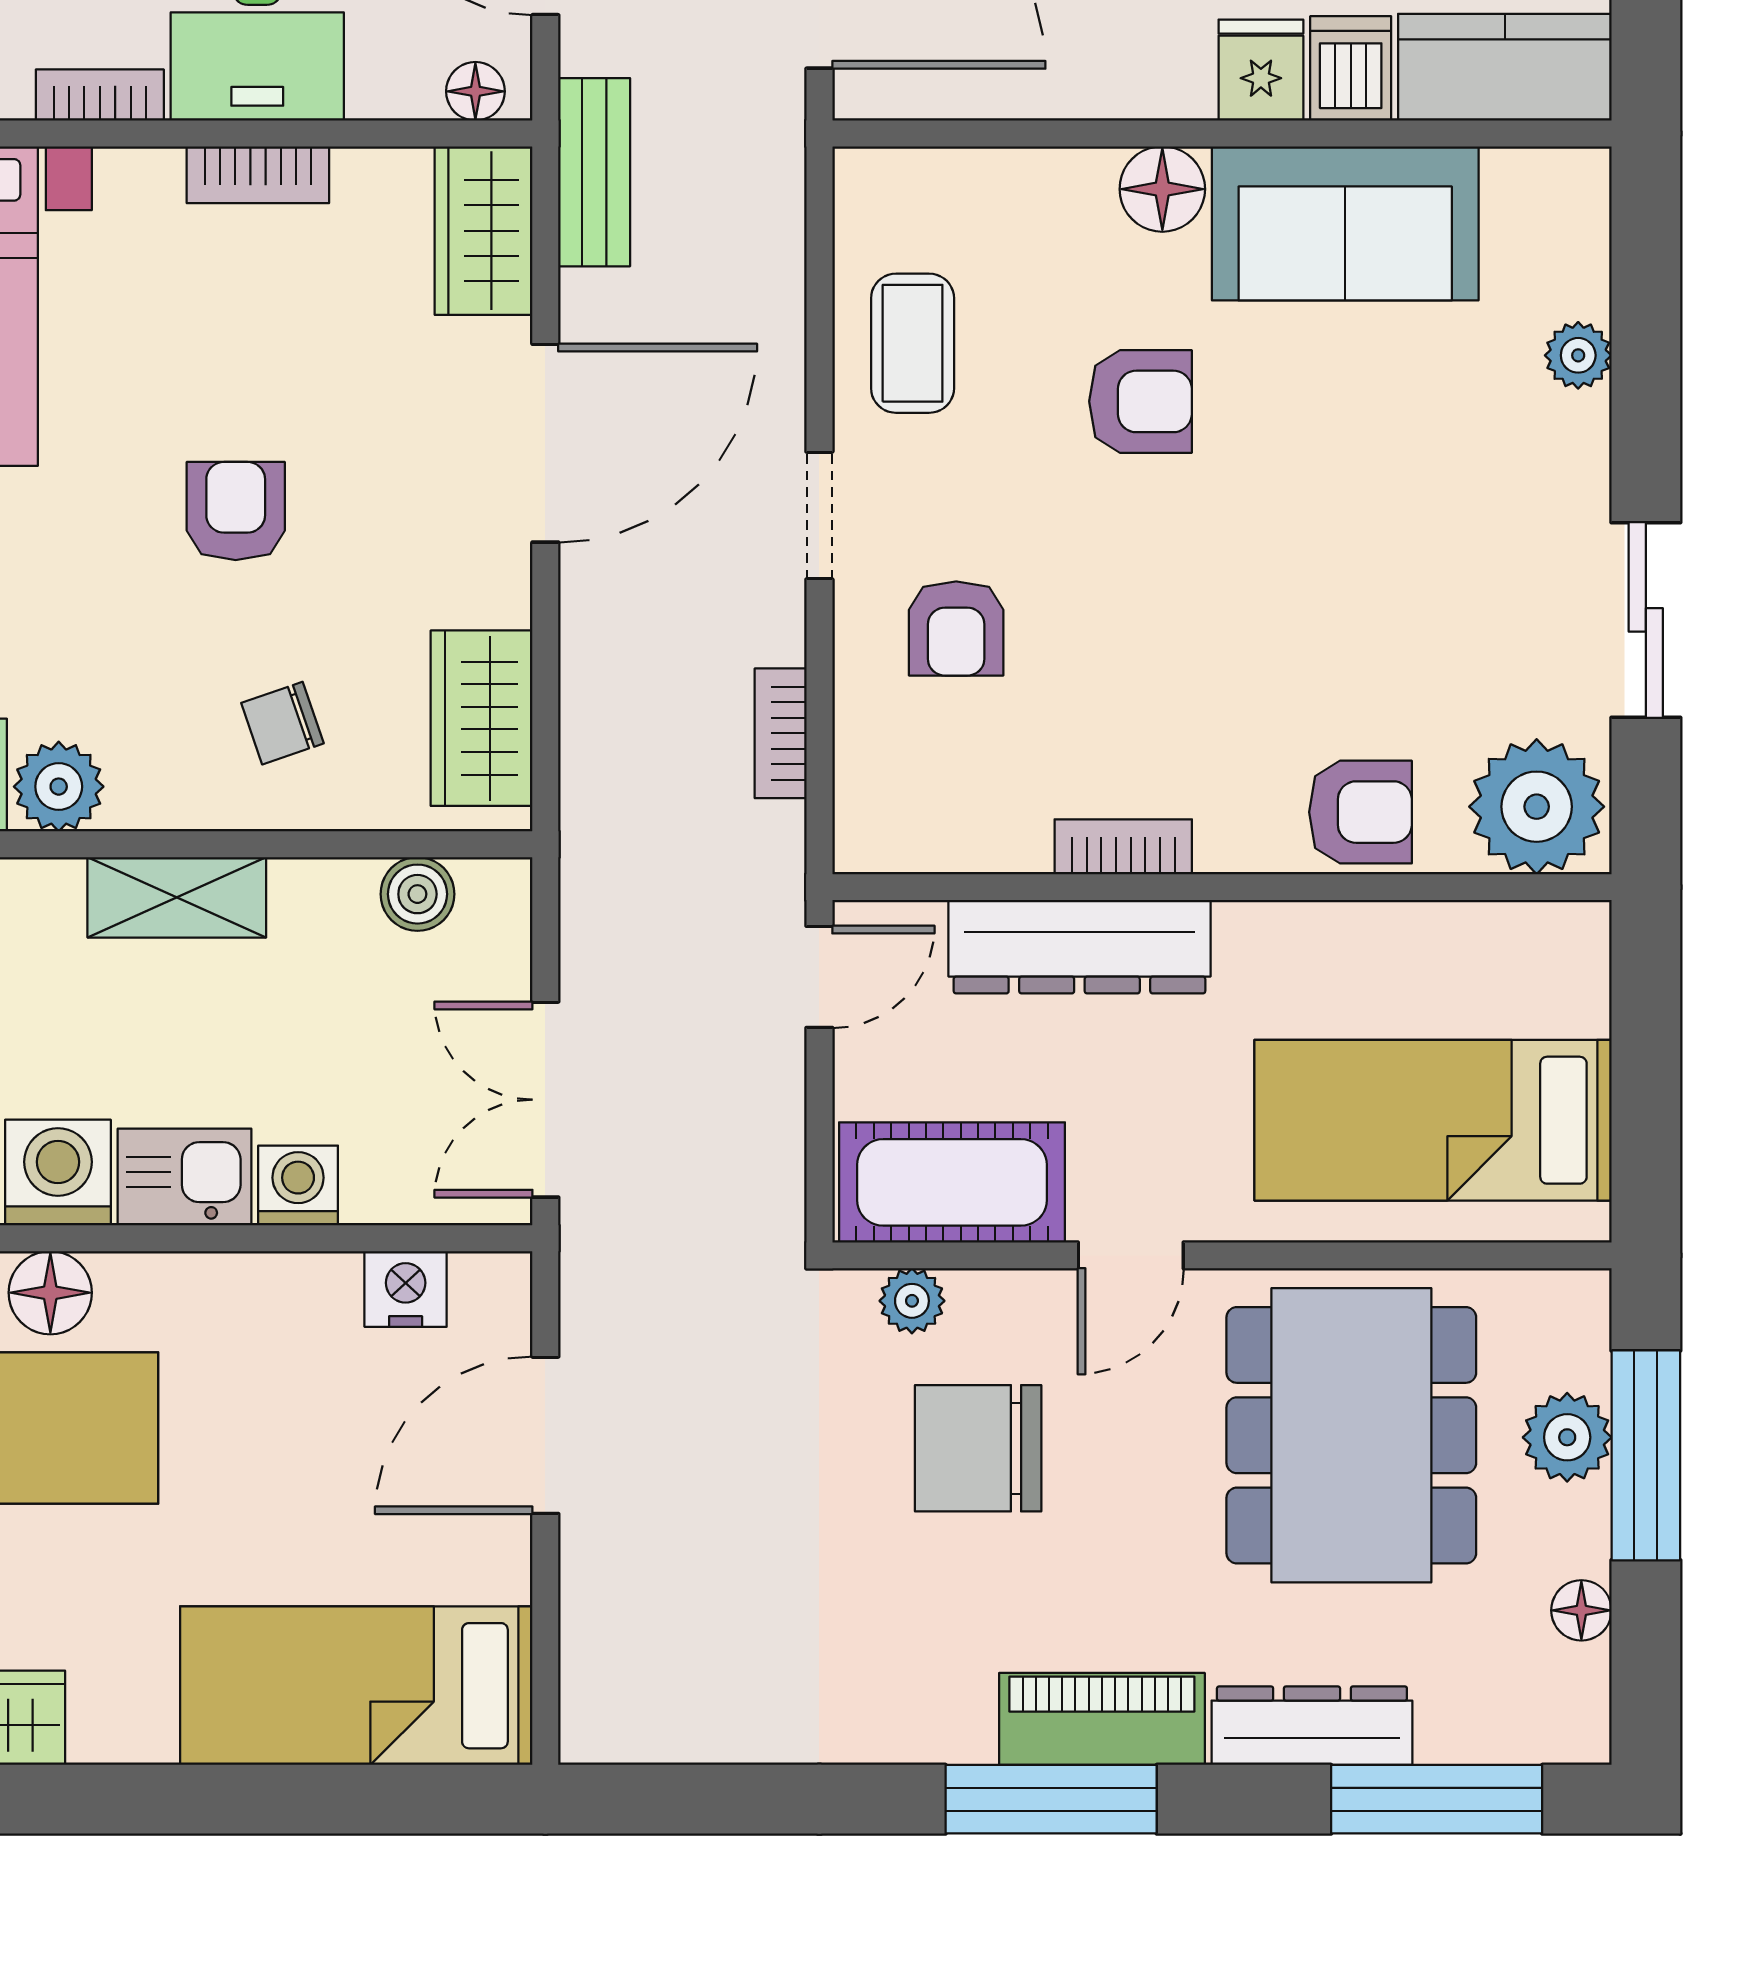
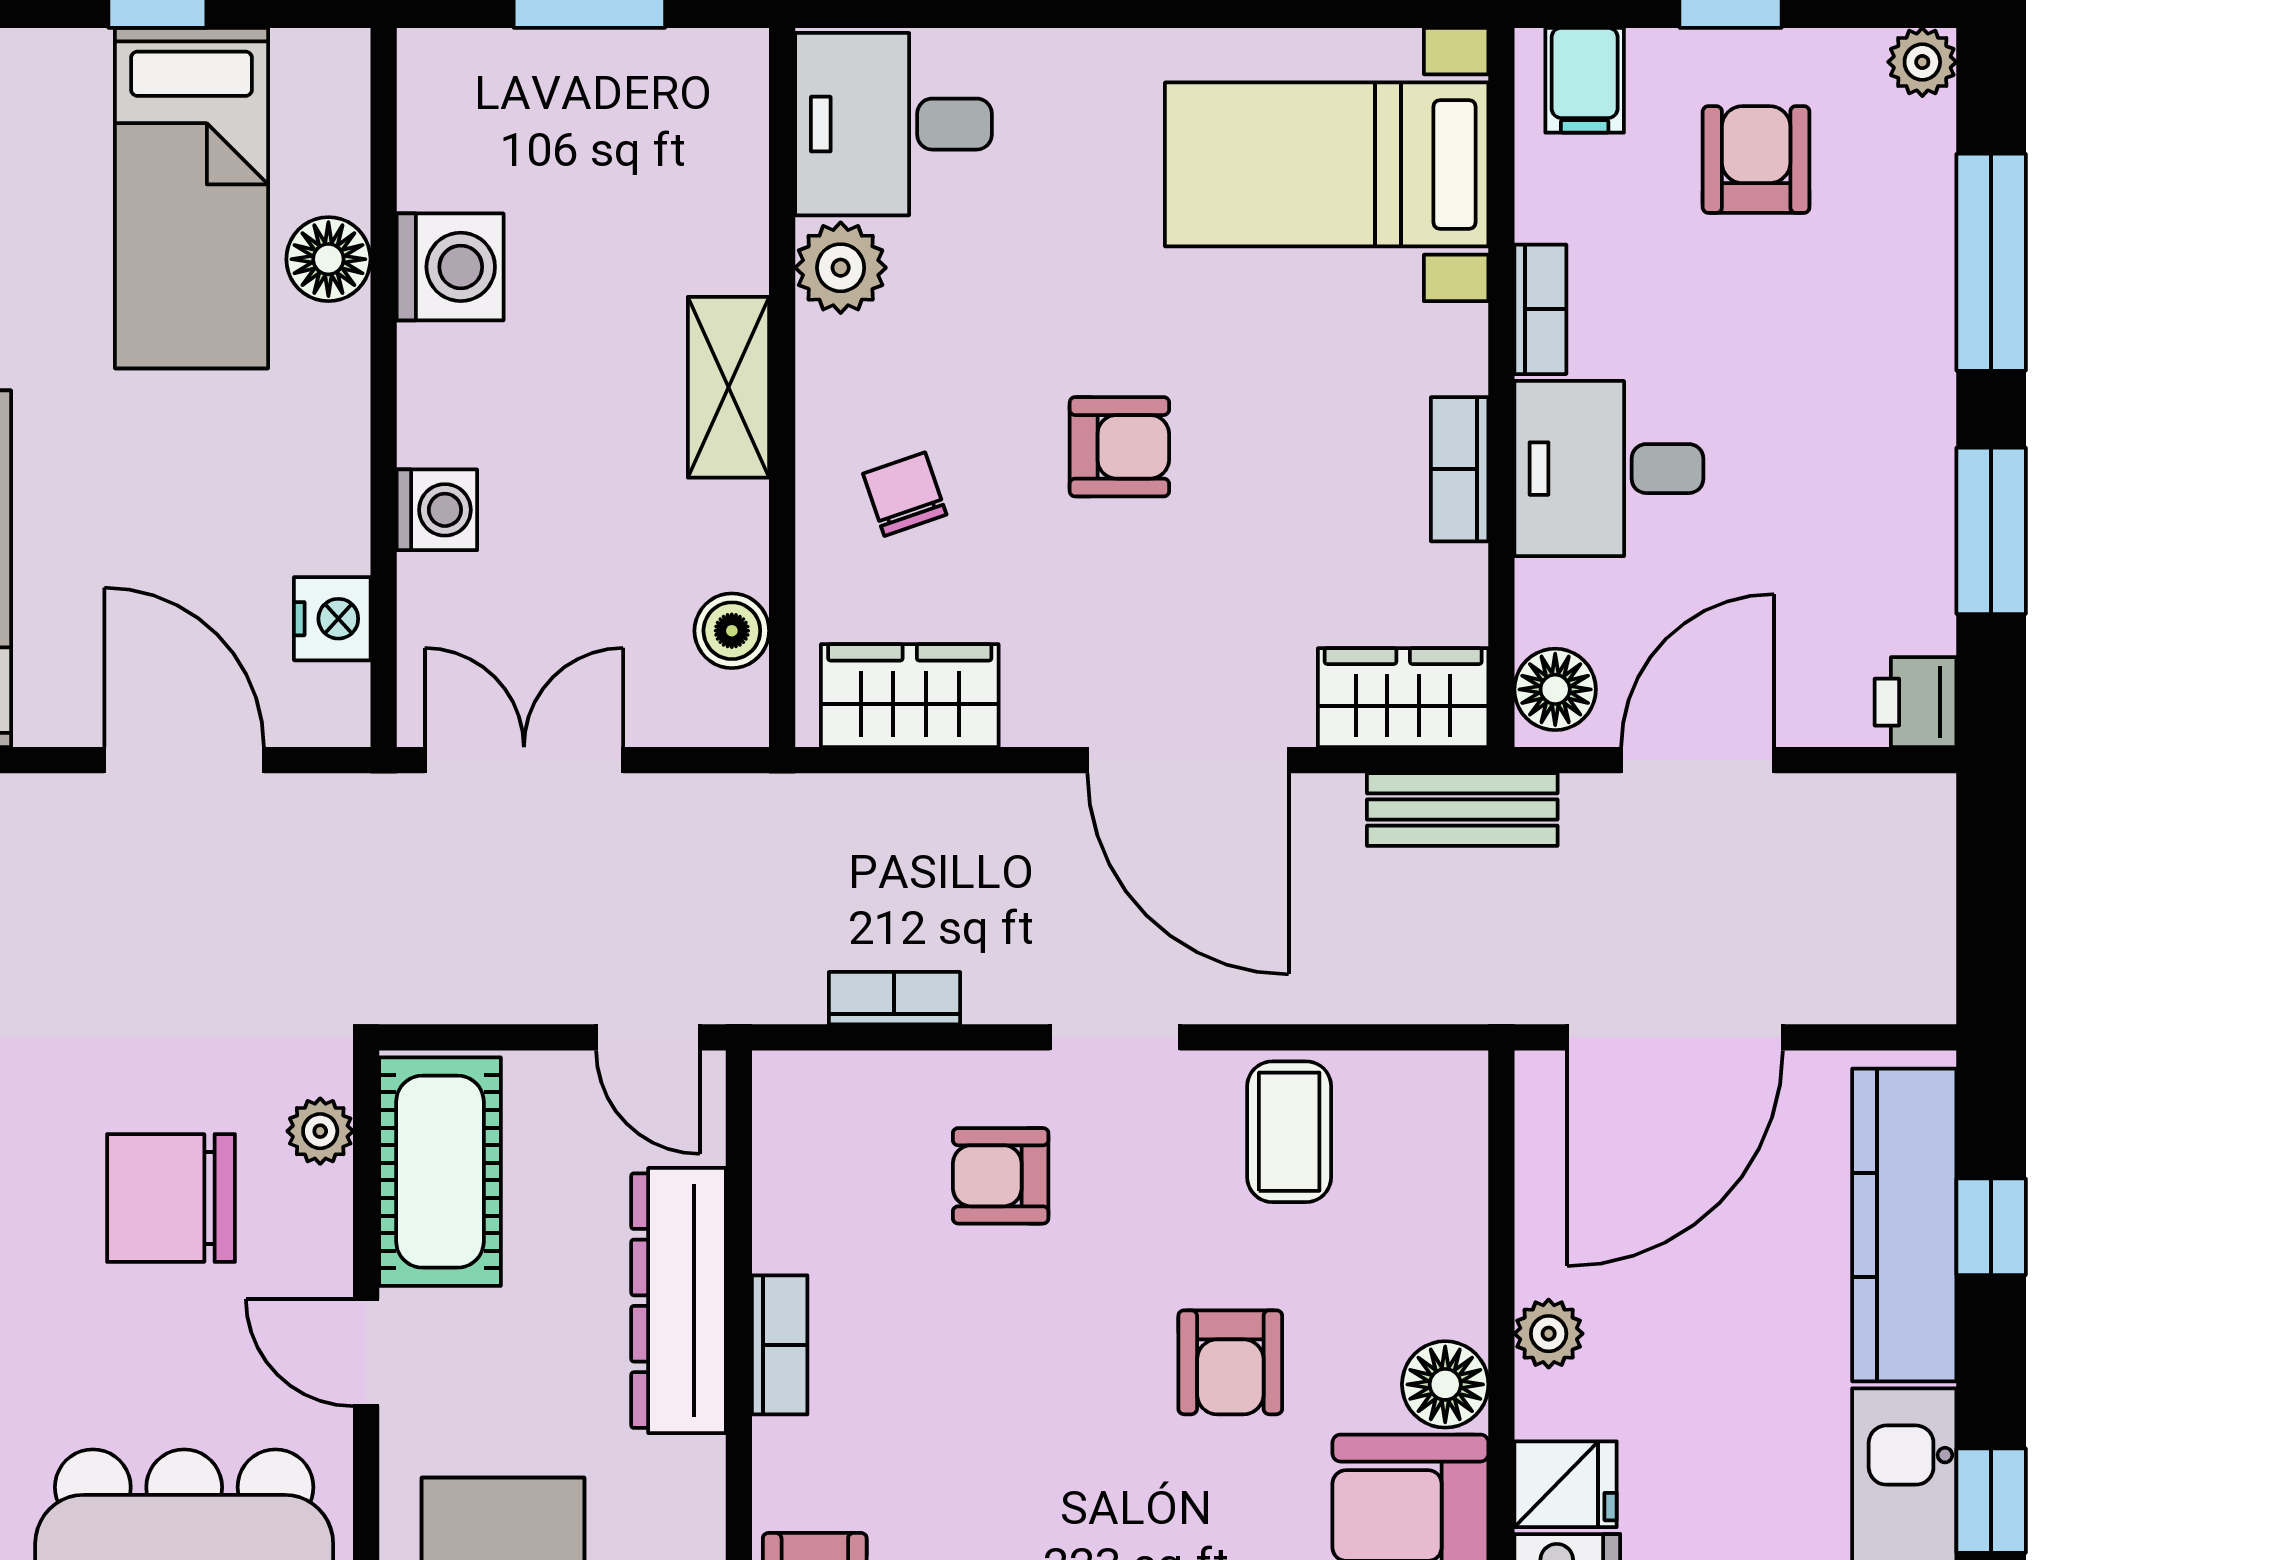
plant: (1112, 87) -> (1549, 1334), added
floor lamp: (475, 91) -> (1555, 689), width x1.37, depth x1.37
coffee table: (913, 343) -> (1289, 1132), turned 90
kitchen sink: (184, 1177) -> (446, 395), removed
chair: (978, 1448) -> (171, 1198), turned -90

